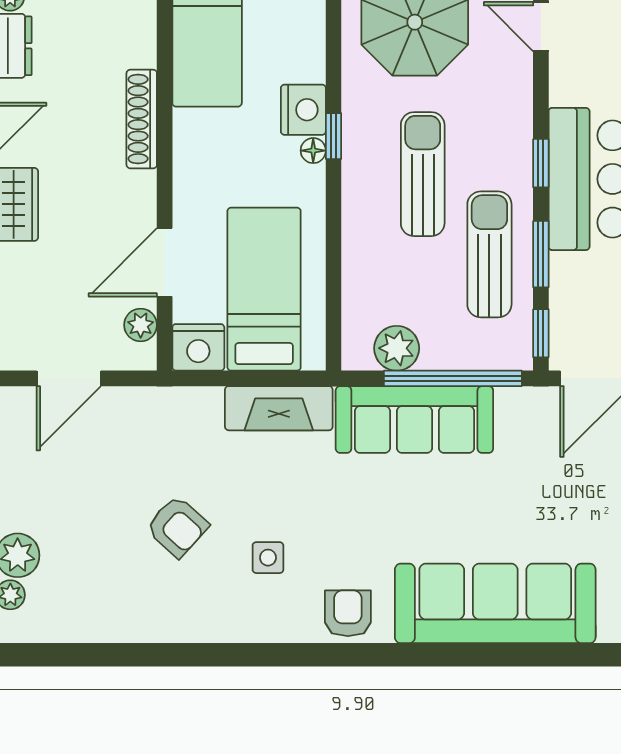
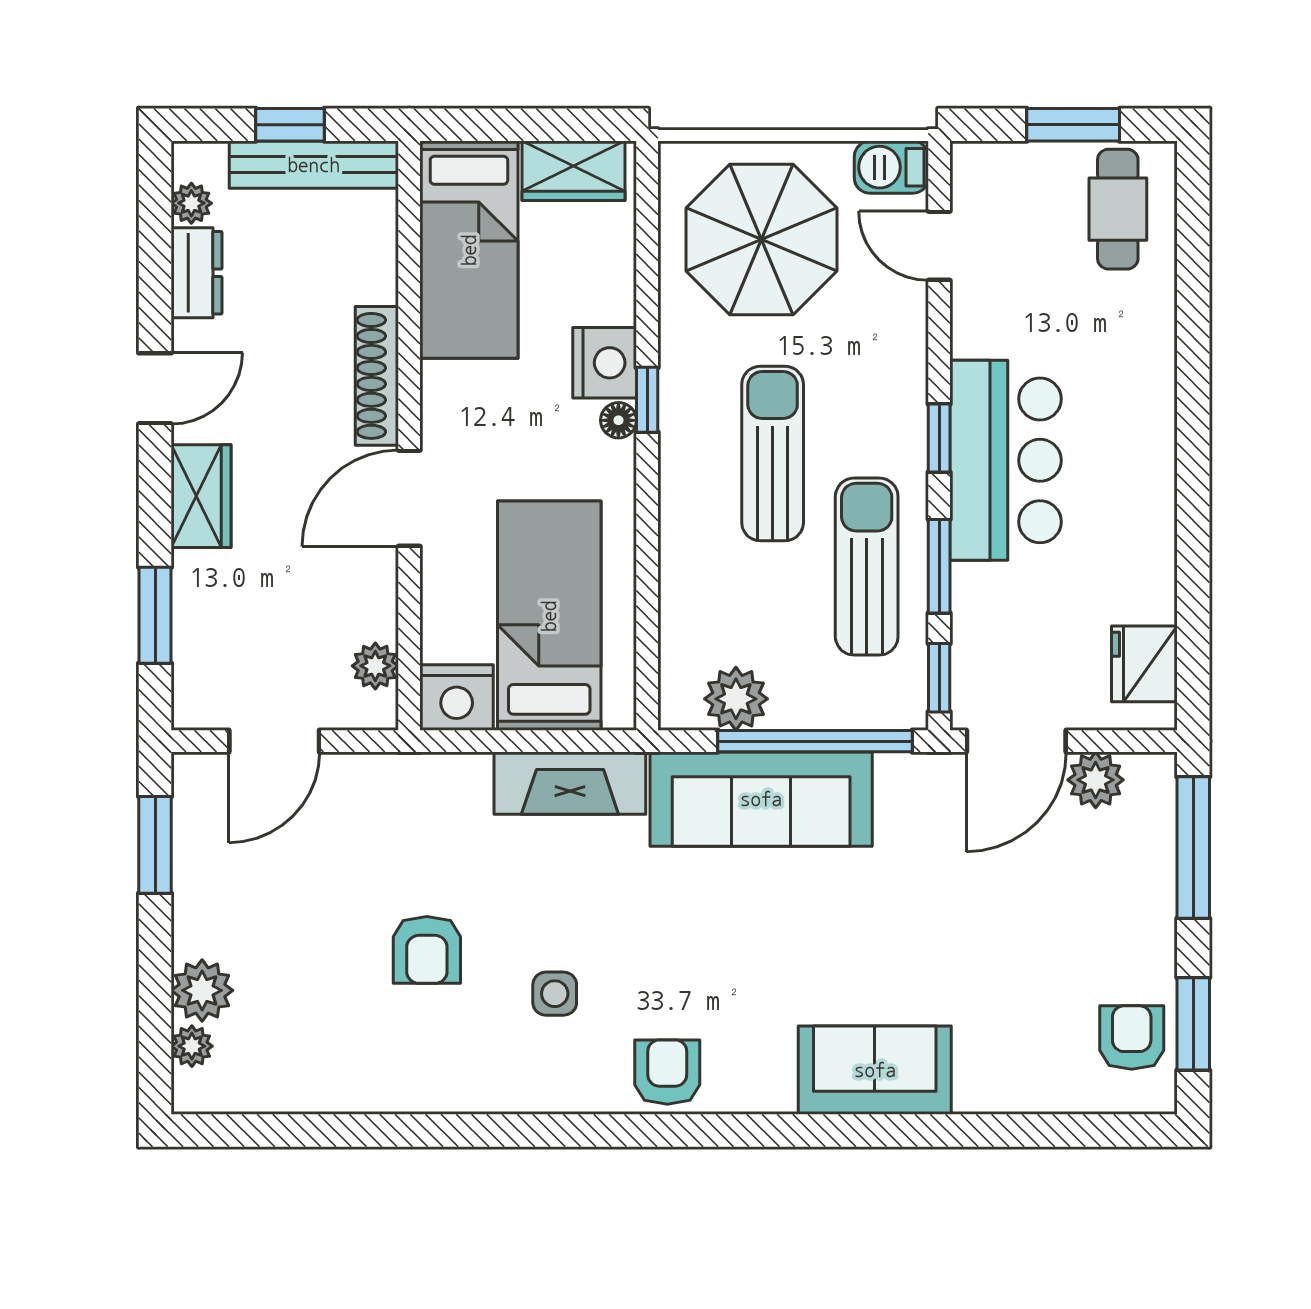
door: (165, 262) -> (409, 498), moved
armchair: (177, 527) -> (427, 950), turned 48
sofa: (495, 603) -> (875, 1070), width x0.54, depth x0.79

